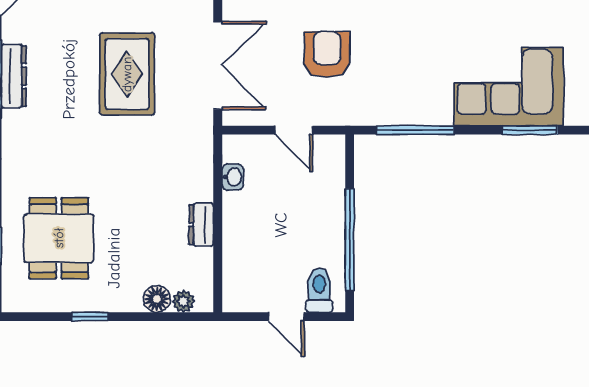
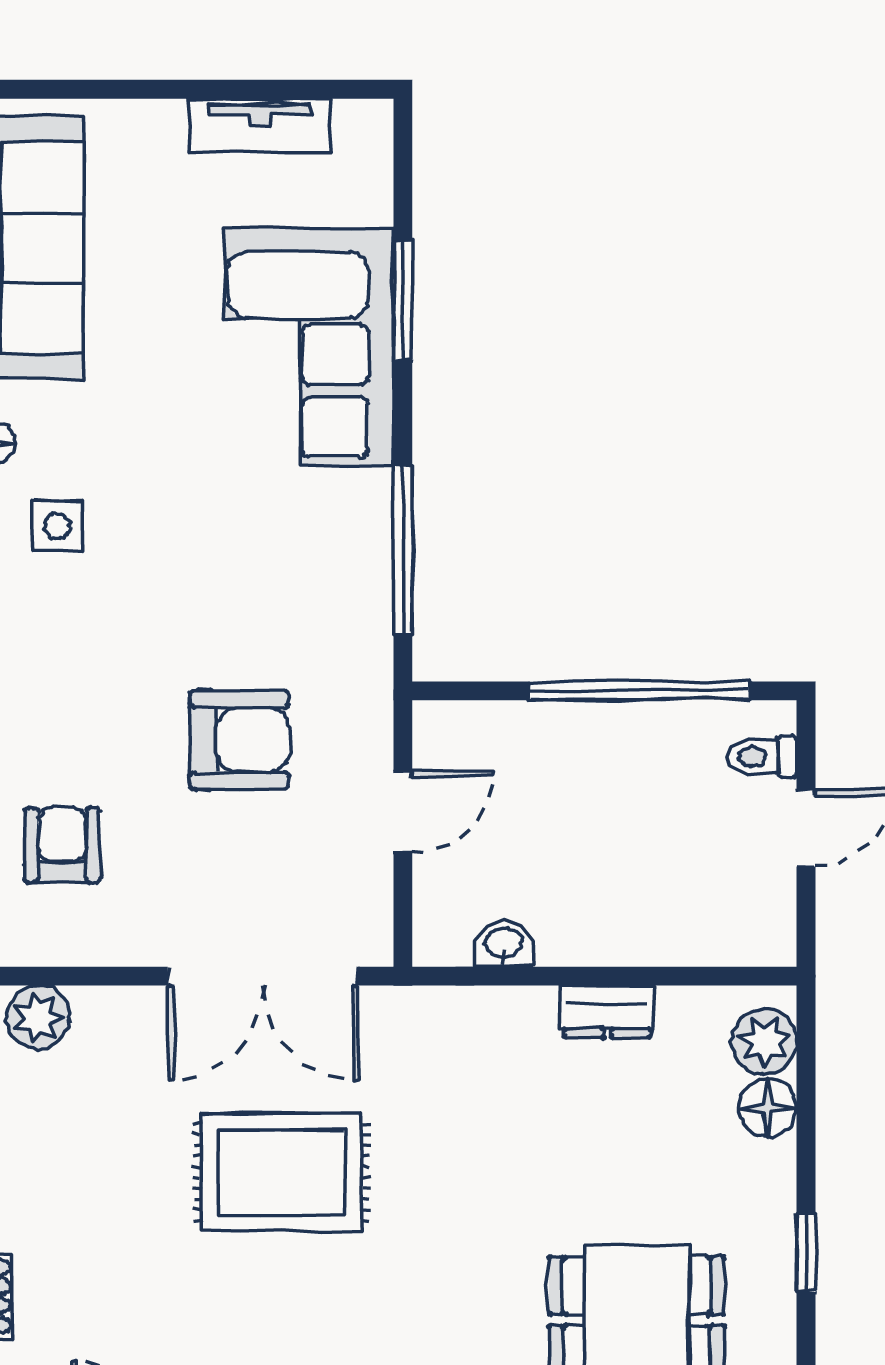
armchair: (327, 55) -> (239, 740), turned 180
double door: (218, 65) -> (263, 976), swing flipped
toilet: (319, 290) -> (762, 757), width x0.73, depth x0.72
plant: (183, 301) -> (764, 1041), width x1.38, depth x1.38

